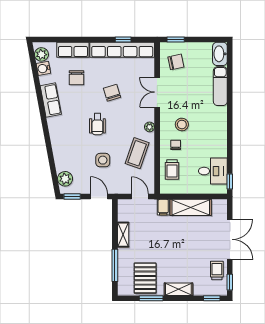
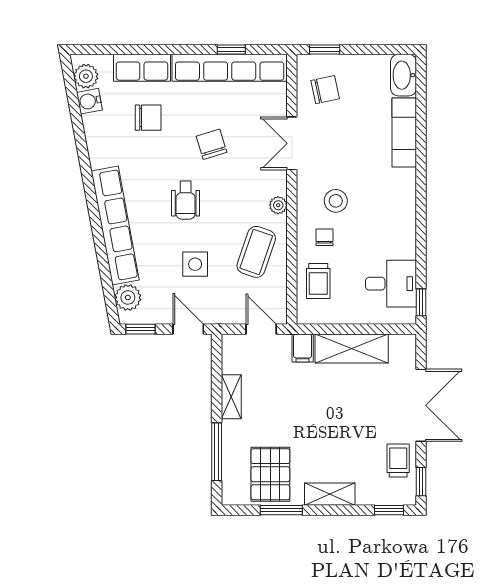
chair: (76, 78) -> (148, 118), turned -90
row of seats: (51, 100) -> (115, 226), moved, width x2.02

